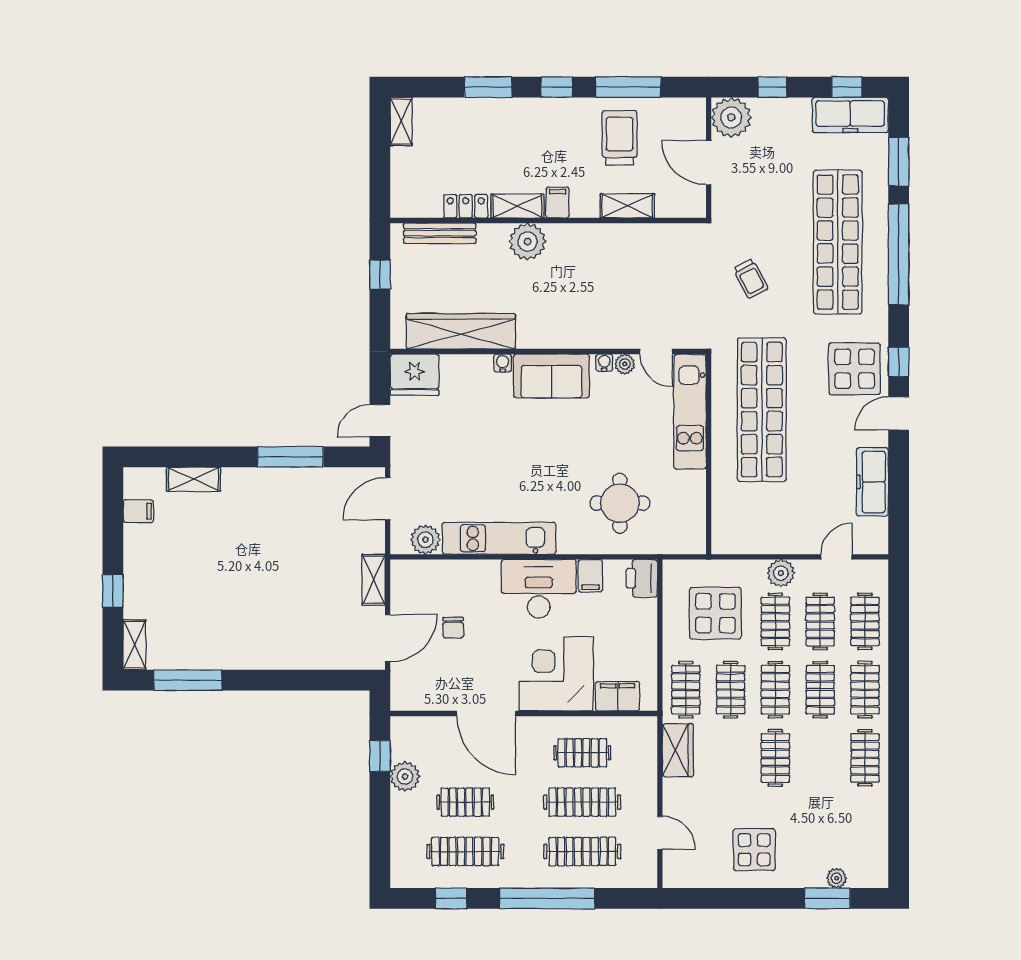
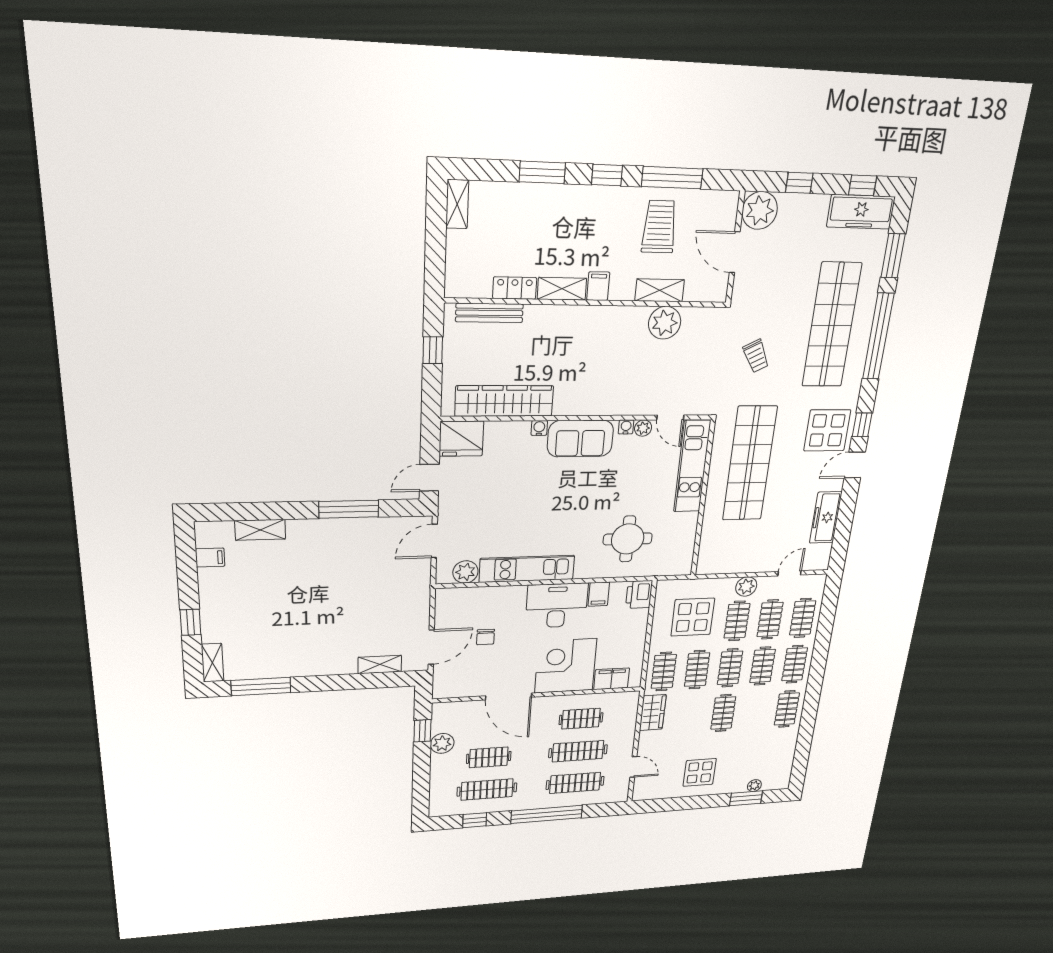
plant: (527, 242) -> (665, 323), moved
shelving: (374, 580) -> (380, 664), moved, turned 90

